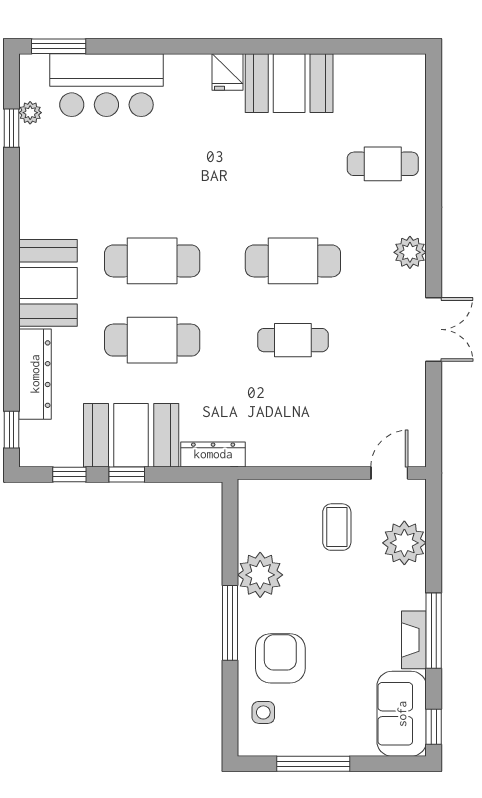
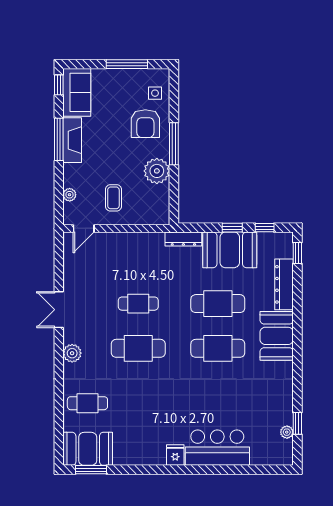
window: (59, 46) -> (91, 470), moved
booth: (289, 83) -> (88, 449), moved
bar counter: (106, 85) -> (217, 448), moved
plant: (404, 543) -> (70, 195), width x0.53, depth x0.53
fireplace: (414, 640) -> (72, 140), width x1.37, depth x1.32

